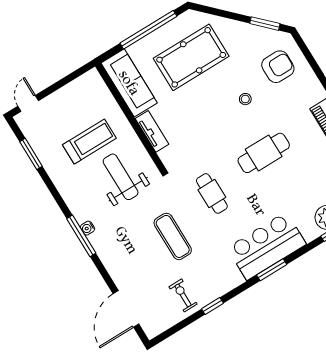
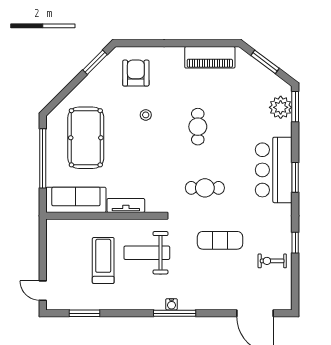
cafe table: (264, 153) -> (198, 127), width x0.73, depth x0.74

